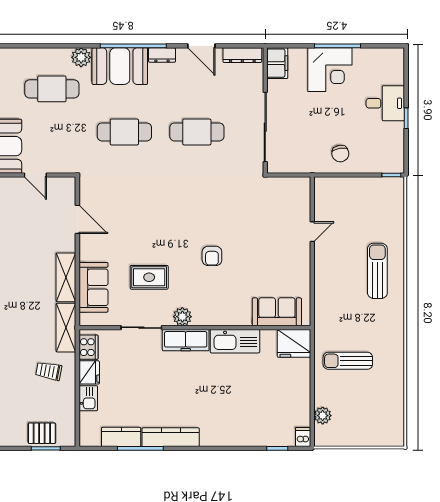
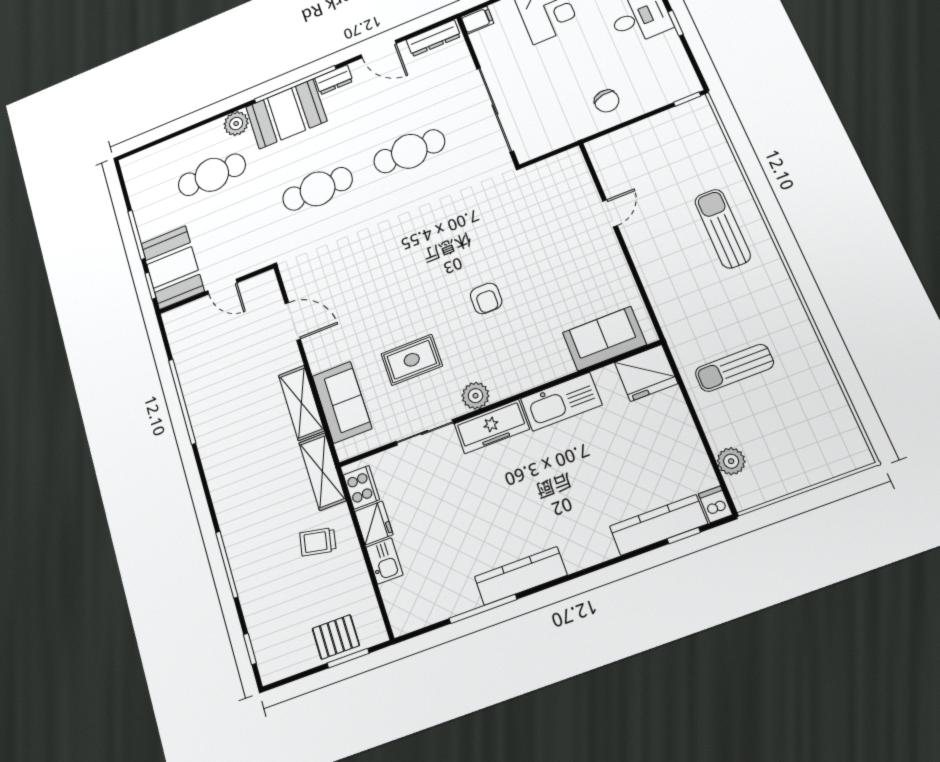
filing cabinet: (277, 63) -> (477, 20), width x0.50
kitchen counter: (121, 437) -> (658, 525), moved, width x1.50

